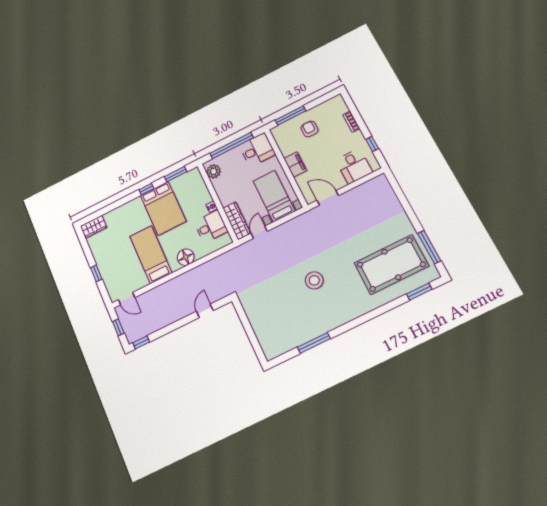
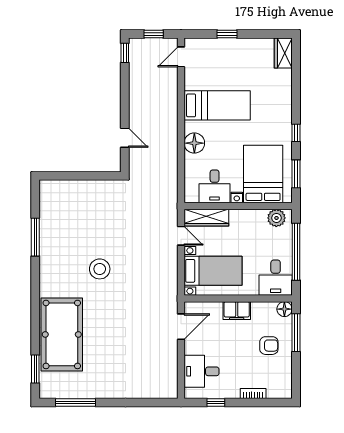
floor lamp: (277, 132) -> (284, 309), added
bed: (163, 208) -> (263, 174), moved, turned 90
pool table: (391, 264) -> (62, 334), moved

